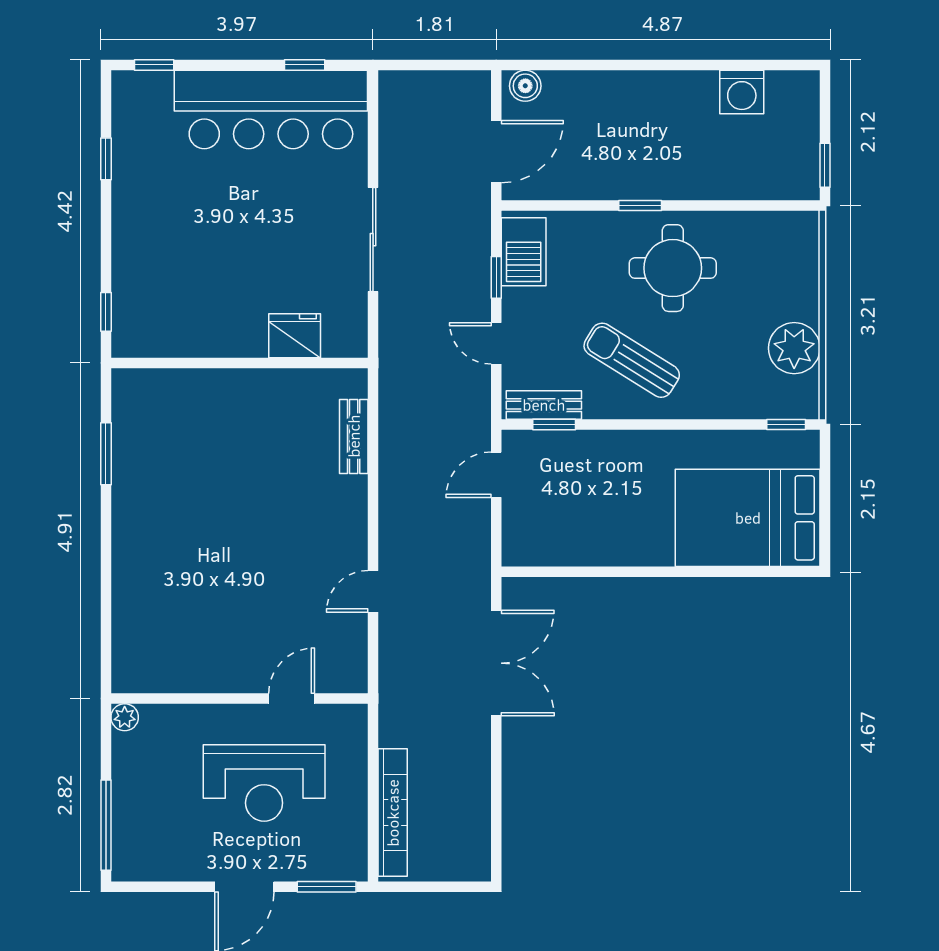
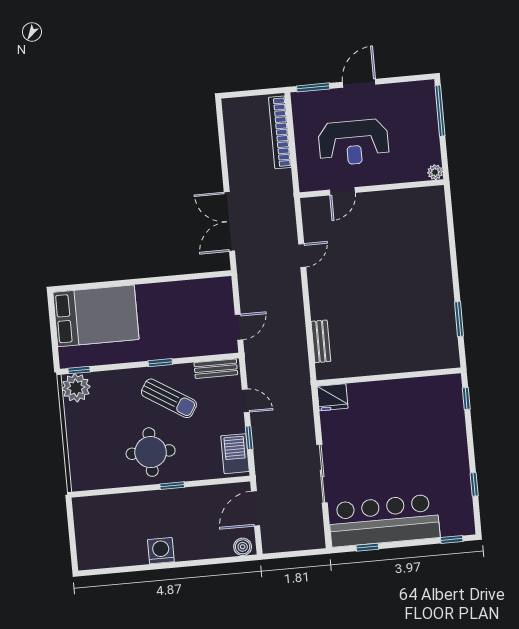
washing machine: (742, 92) -> (161, 551), moved
window: (825, 165) -> (70, 517), removed
sliding door: (373, 240) -> (322, 474), moved
fridge: (295, 336) -> (333, 397), moved
plant: (794, 348) -> (76, 388), moved
window: (554, 425) -> (160, 363), moved
reception desk: (264, 783) -> (353, 142), turned 180

